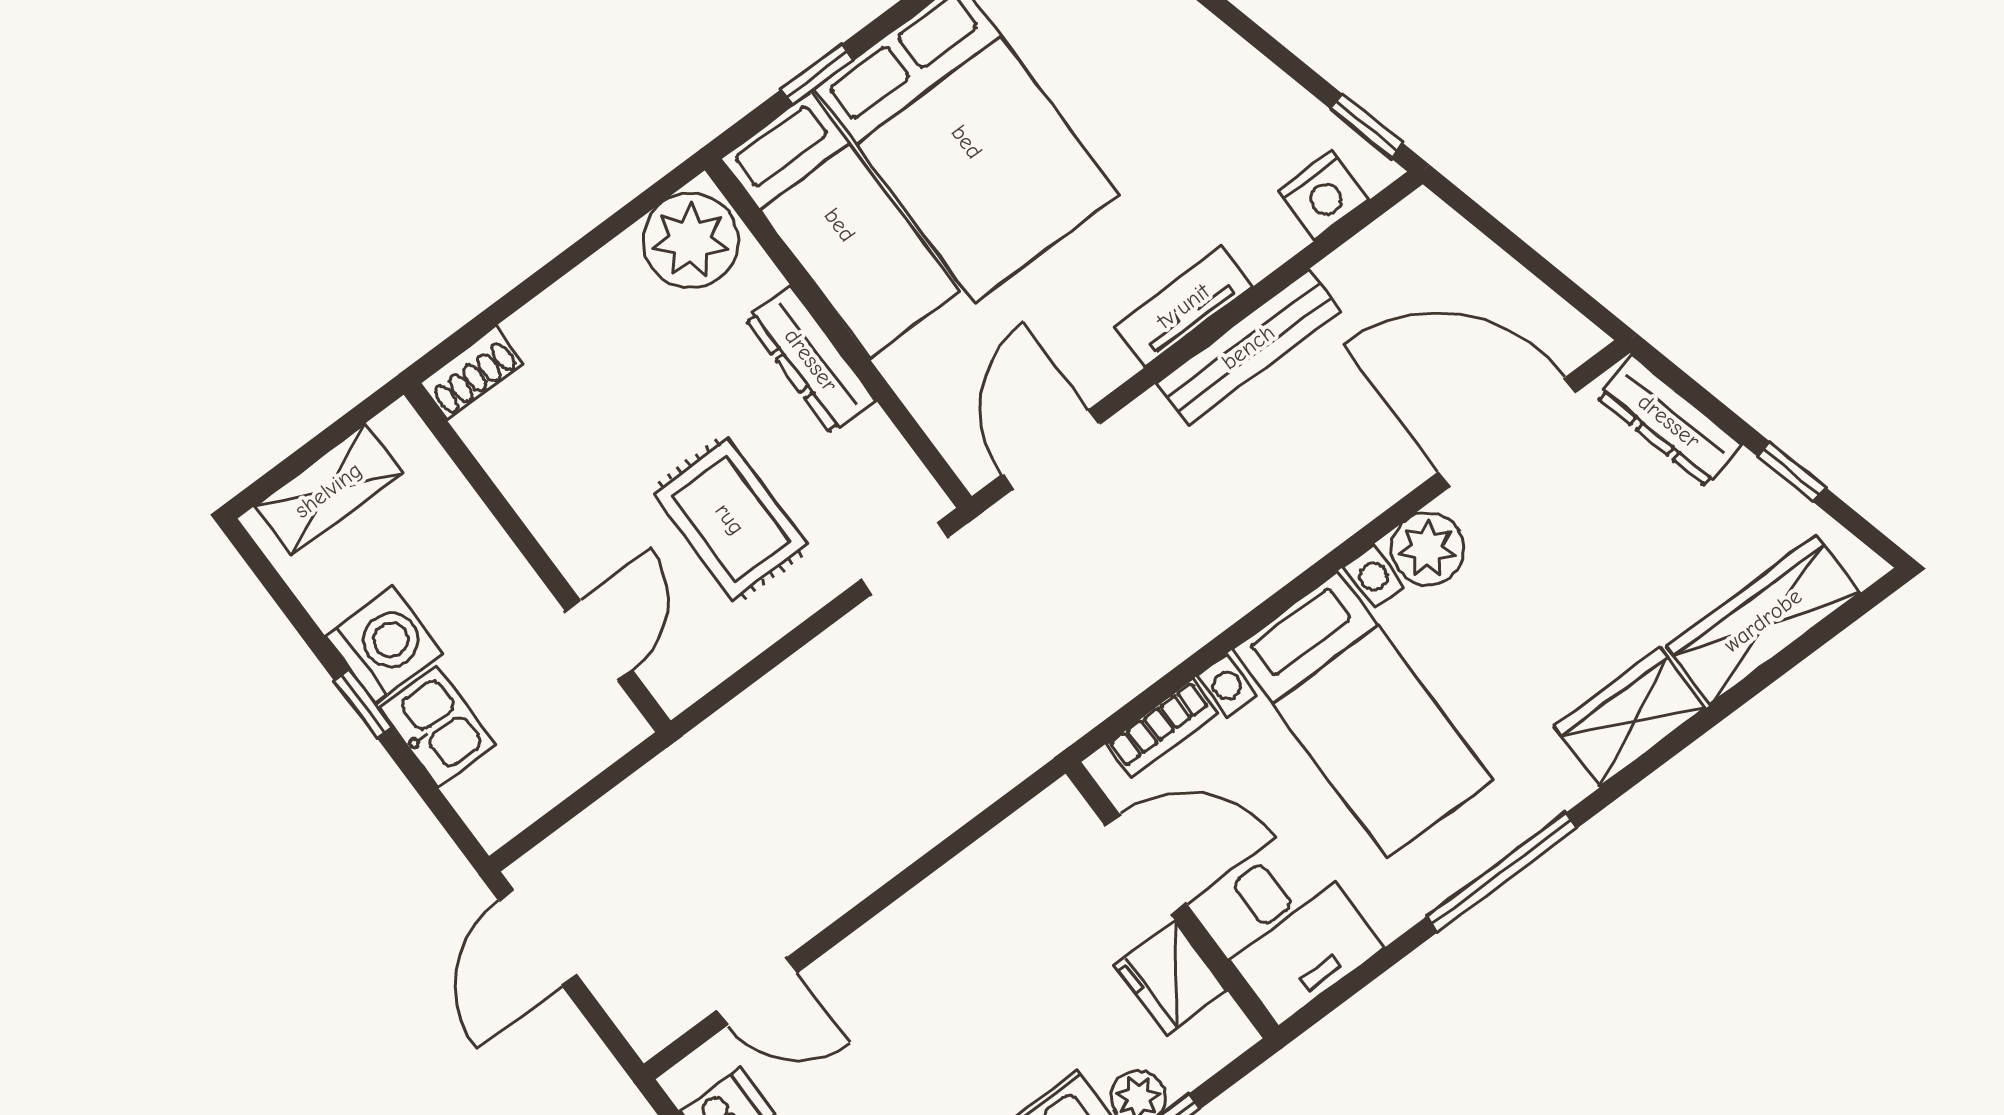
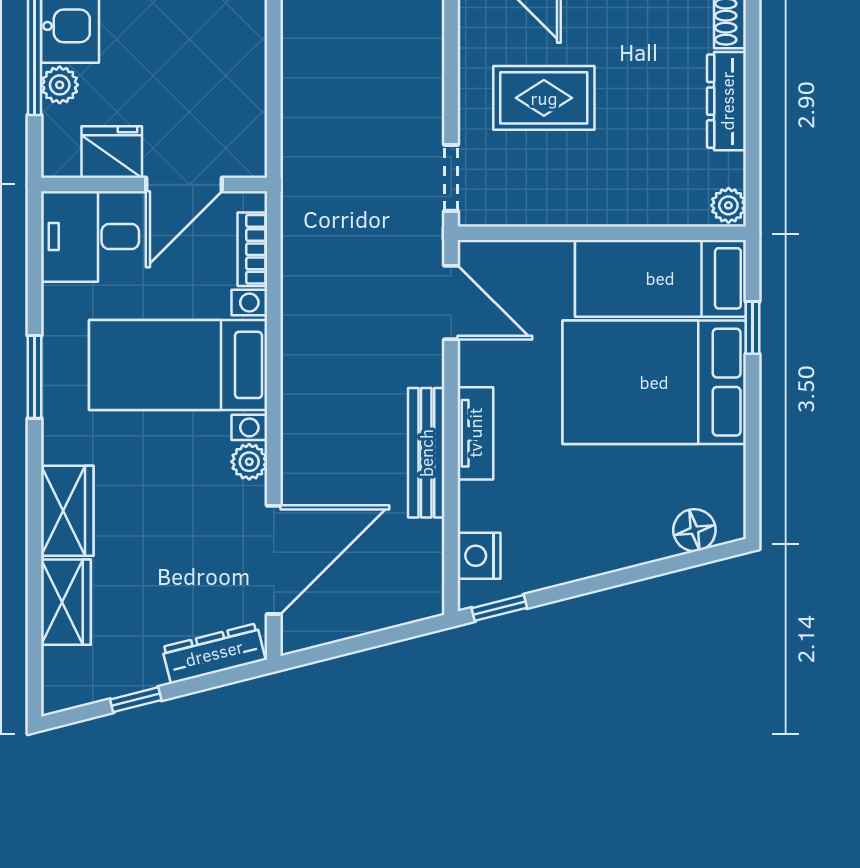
plant: (690, 240) -> (728, 205), width x0.53, depth x0.53
dresser: (811, 360) -> (727, 101), moved, turned -90
plant: (1427, 549) -> (249, 462), width x0.73, depth x0.73
wardrobe: (1763, 620) -> (66, 602), width x0.67
window: (1502, 872) -> (34, 377), width x0.69

